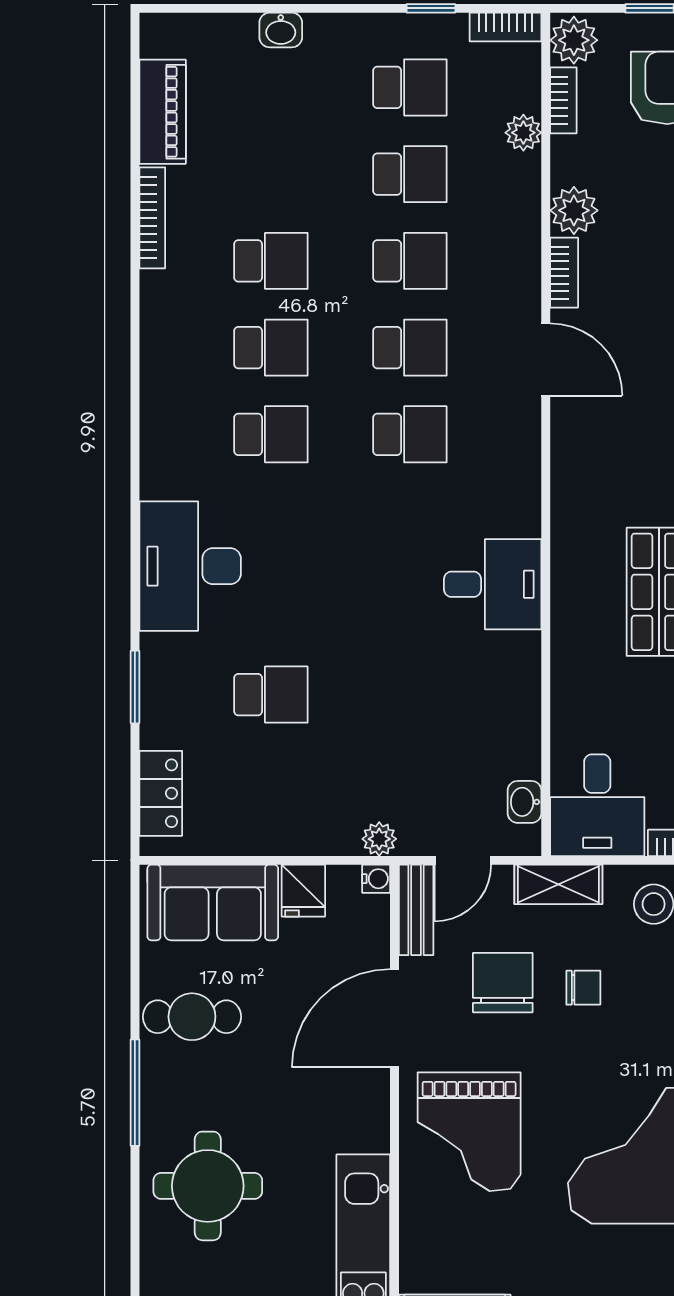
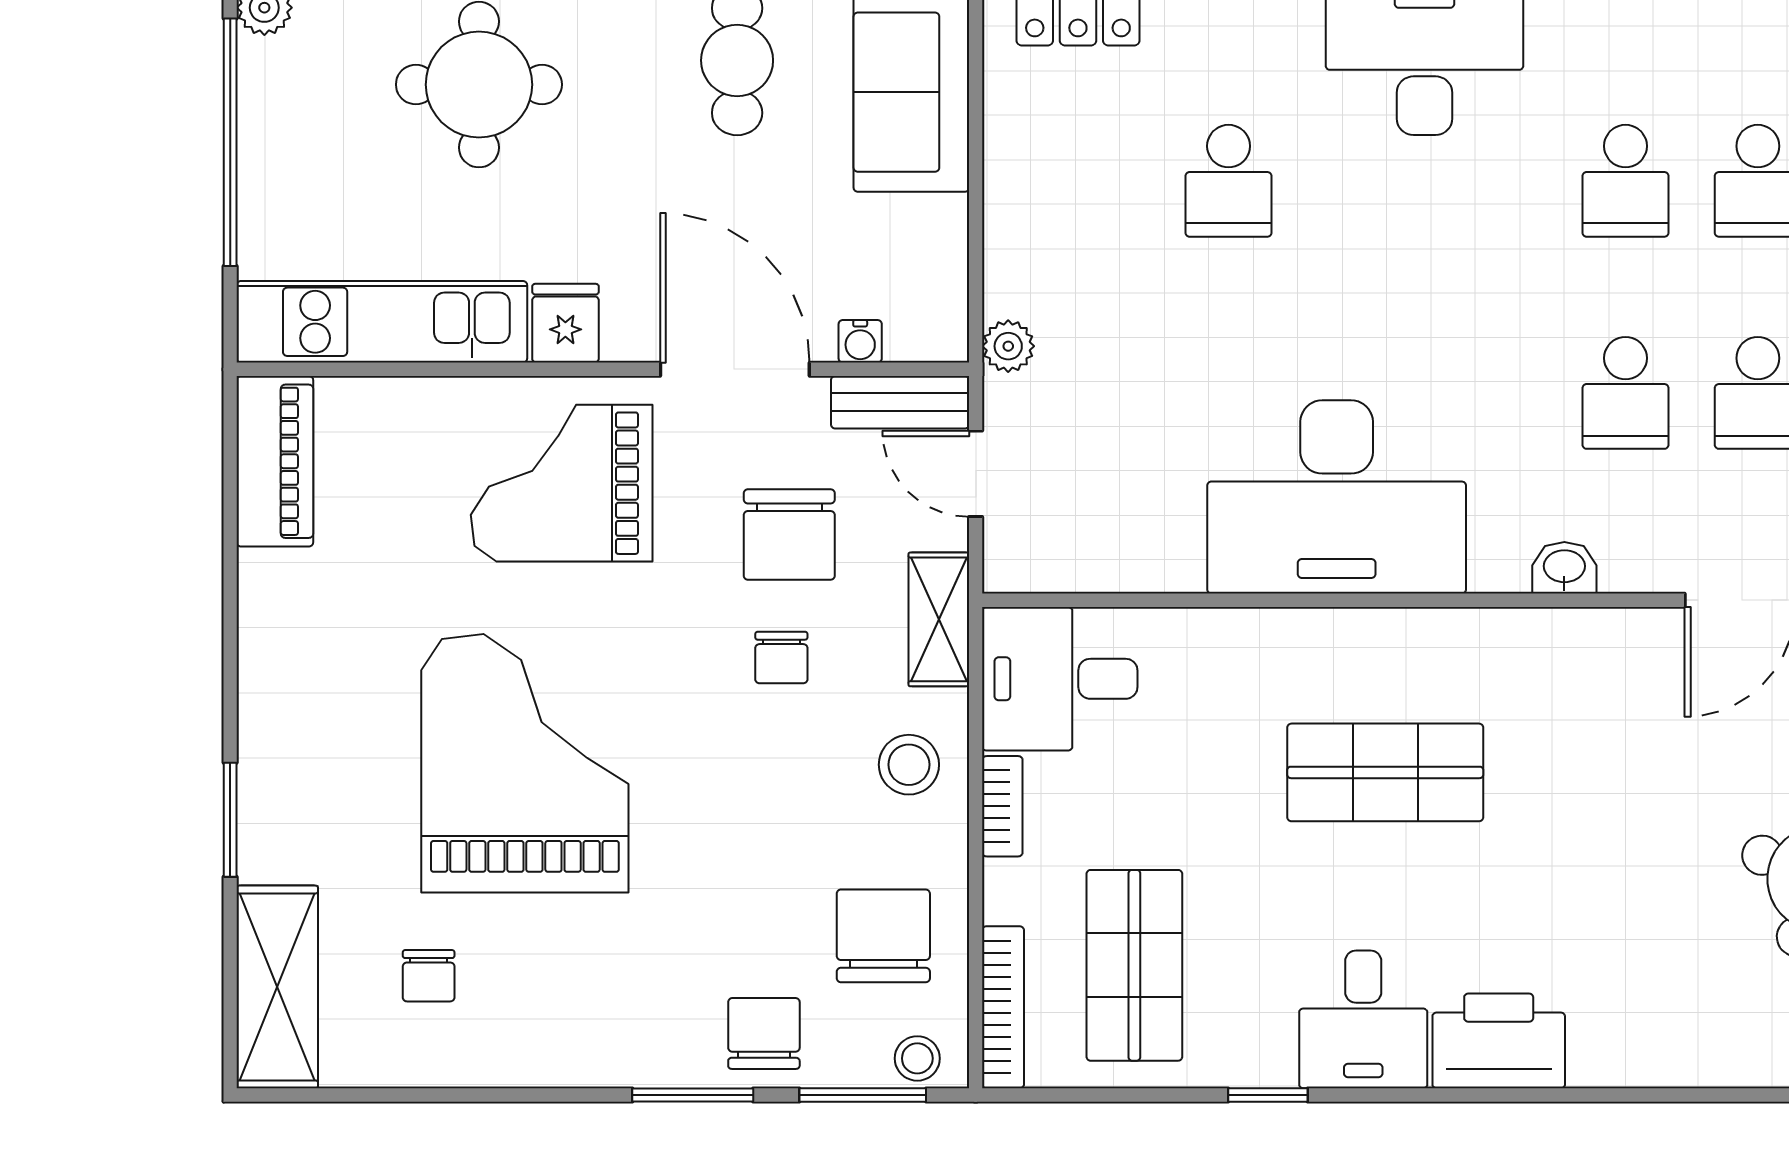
desk: (493, 584) -> (1337, 497), width x1.87, depth x1.30
washbasin: (525, 802) -> (1564, 568), moved
water cooler: (376, 879) -> (860, 341), moved
fridge: (303, 891) -> (565, 323), moved, turned 90
chair: (503, 983) -> (789, 535), turned 90

